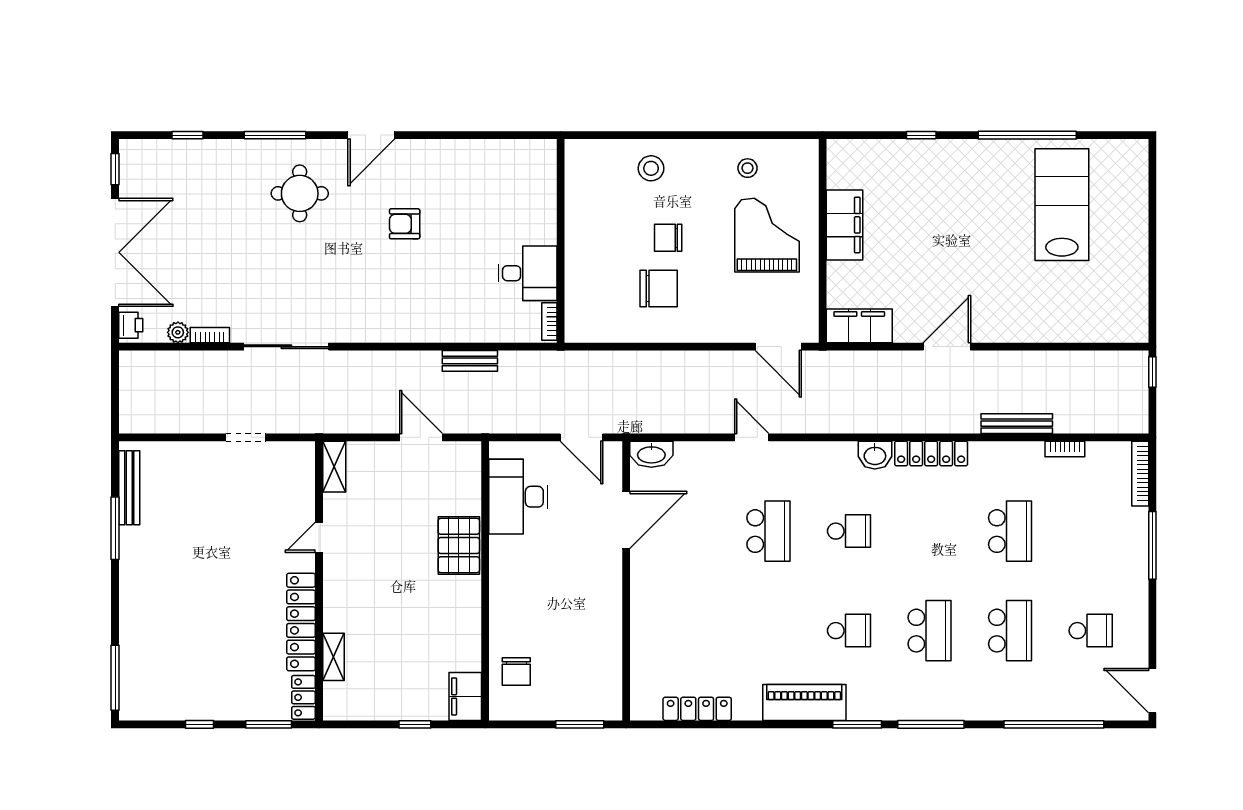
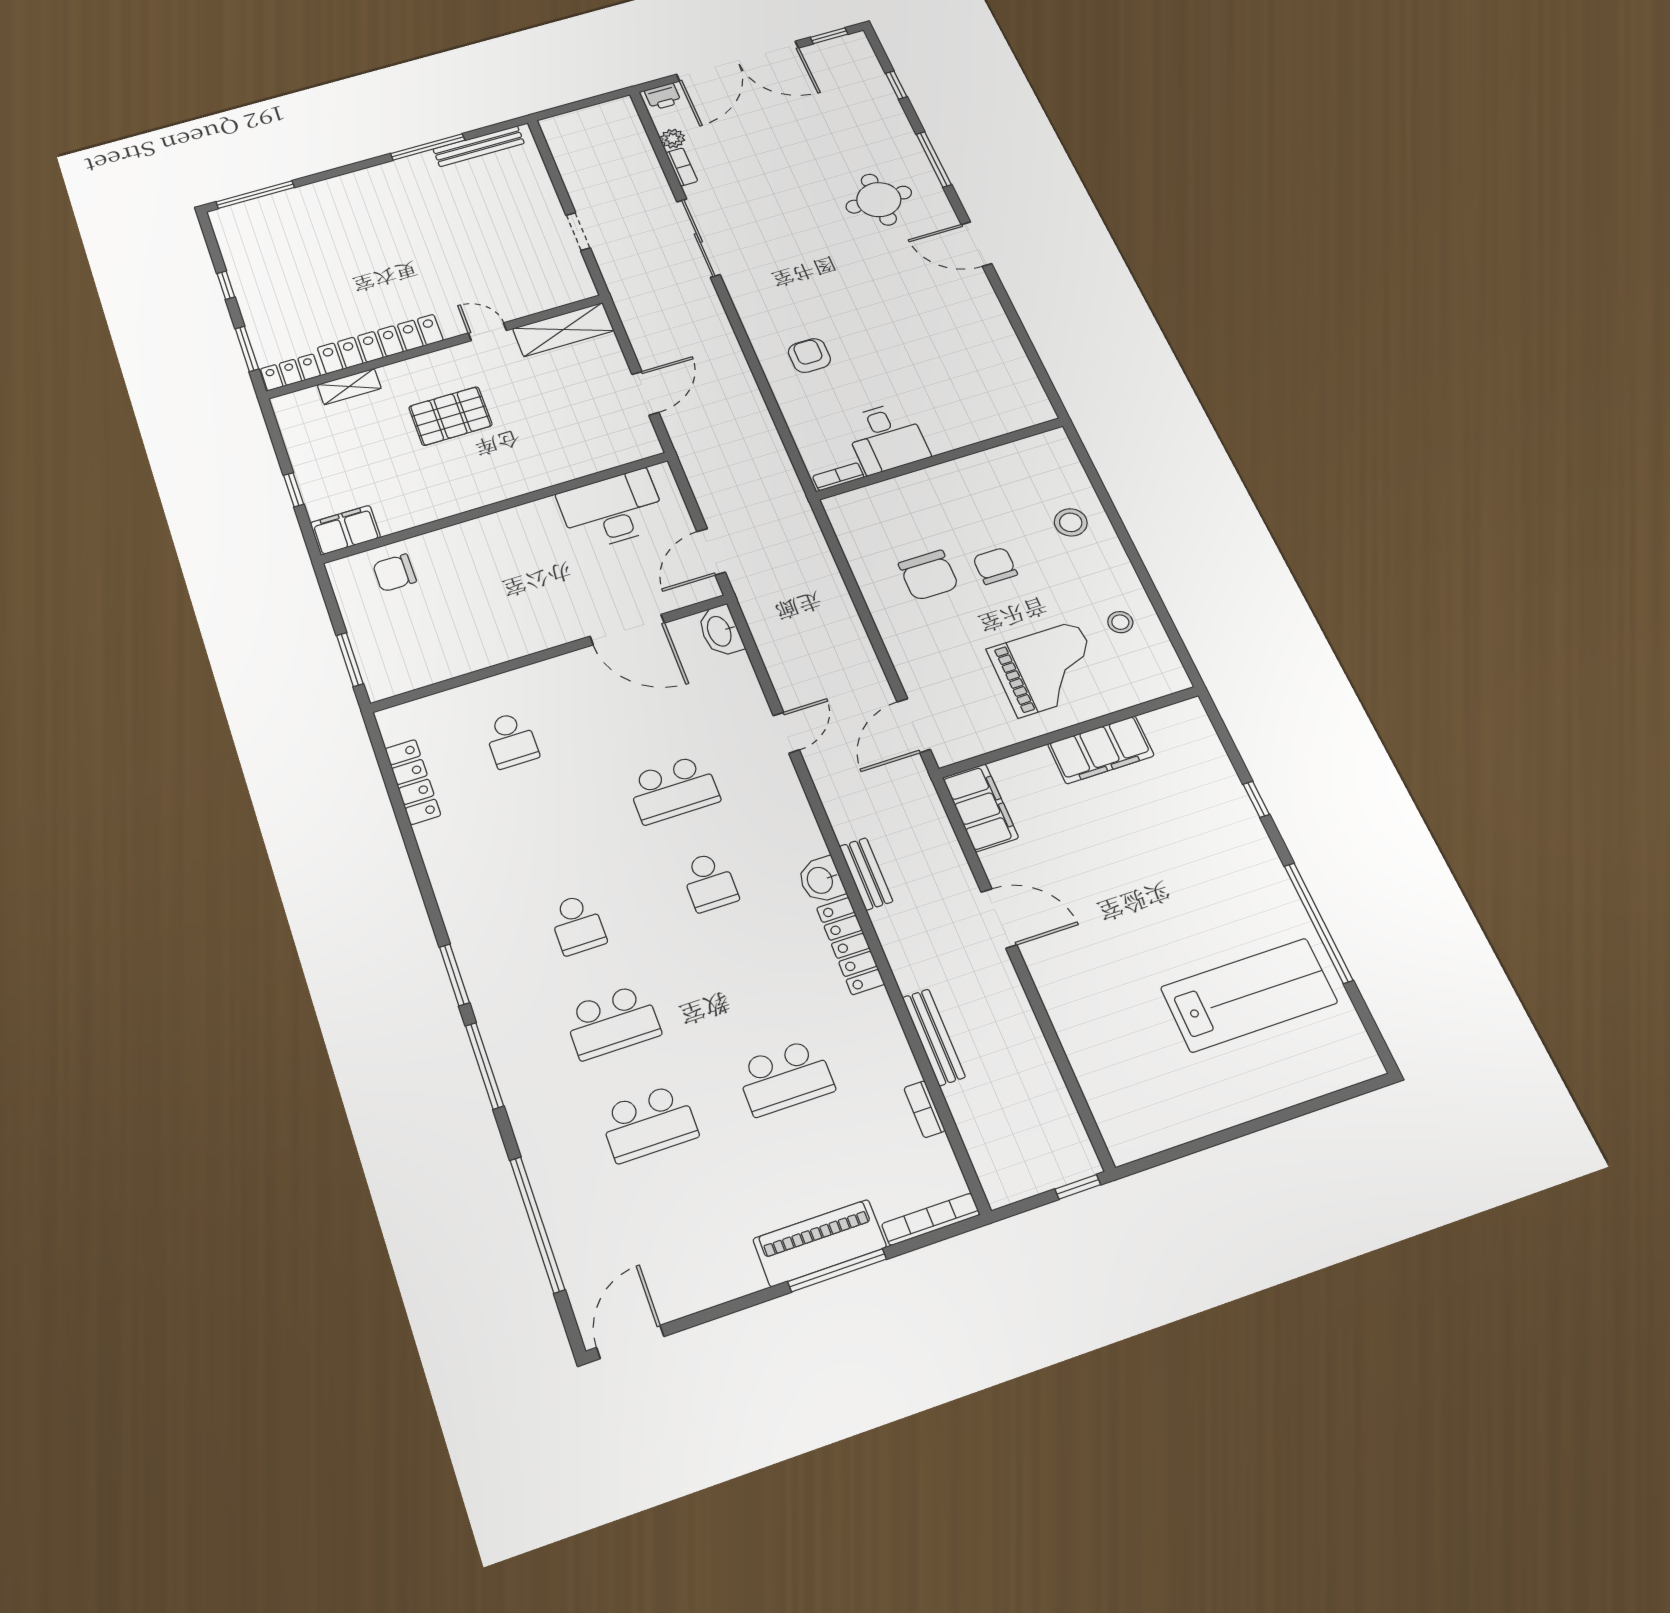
armchair: (405, 224) -> (809, 356), moved
bench: (470, 361) -> (866, 874), moved
shelving: (334, 467) -> (563, 330), width x1.50, depth x1.33
pallet: (459, 546) -> (450, 416), moved
school desk: (1091, 631) -> (511, 740), moved
piano: (804, 703) -> (820, 1243), moved, turned -90

